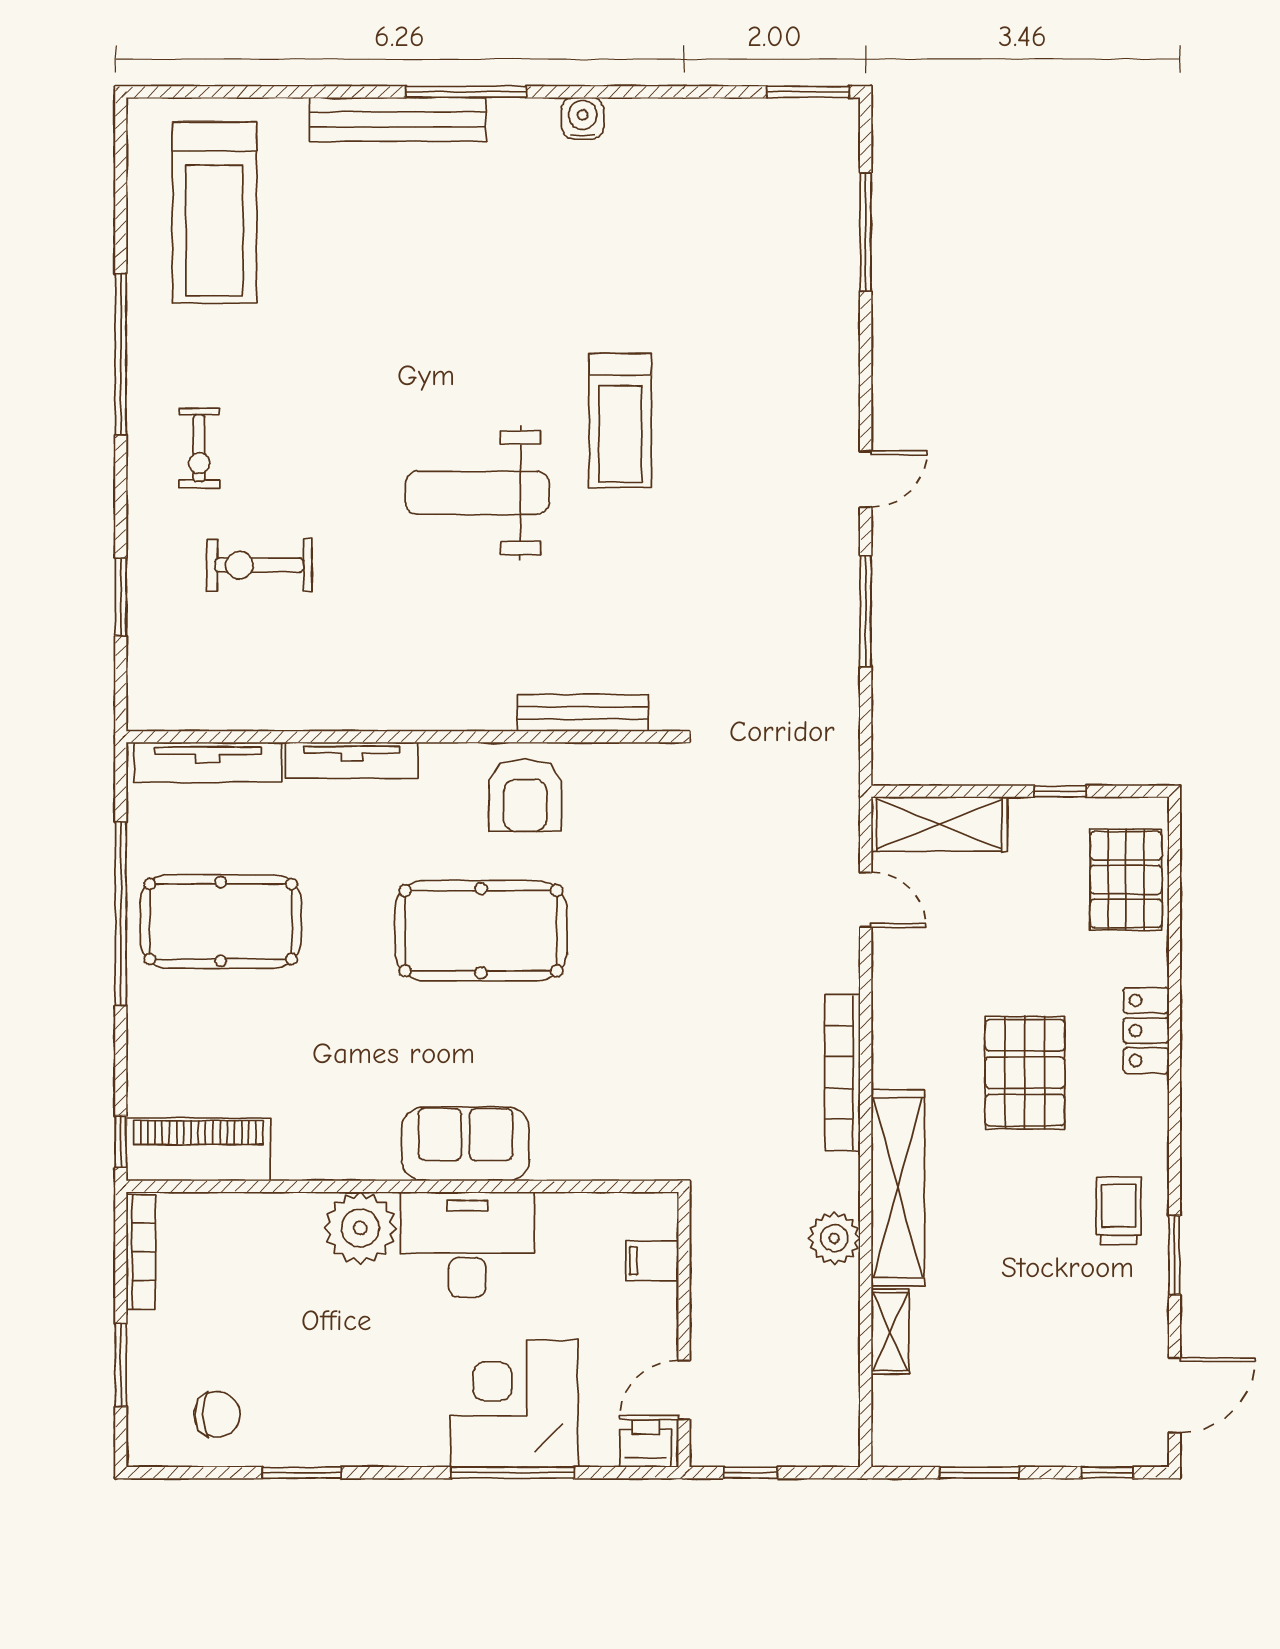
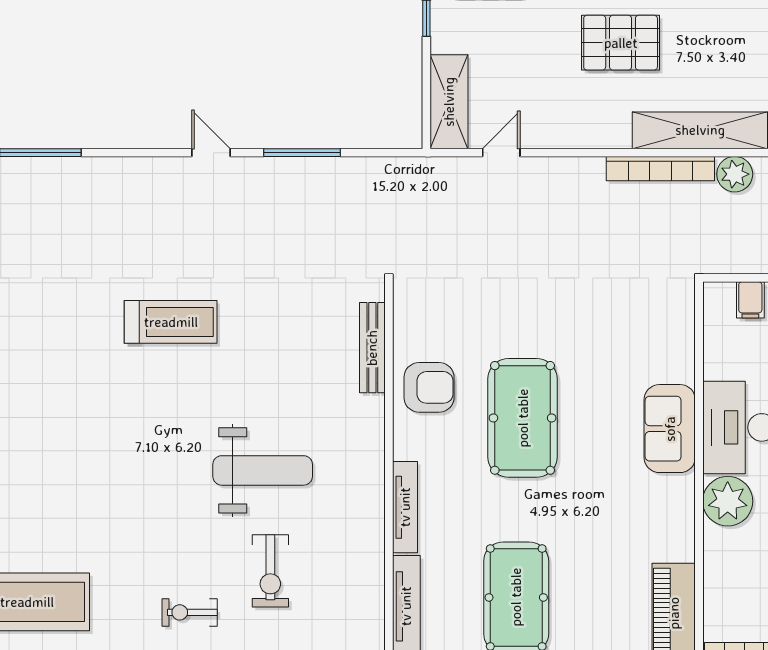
exercise bike: (199, 448) -> (190, 612), turned 180
weight bench: (477, 493) -> (263, 470), moved, turned -90
bookcase: (842, 1073) -> (660, 169), moved

